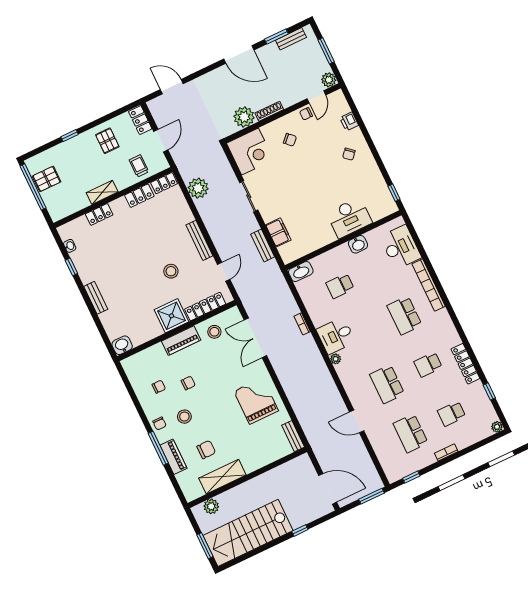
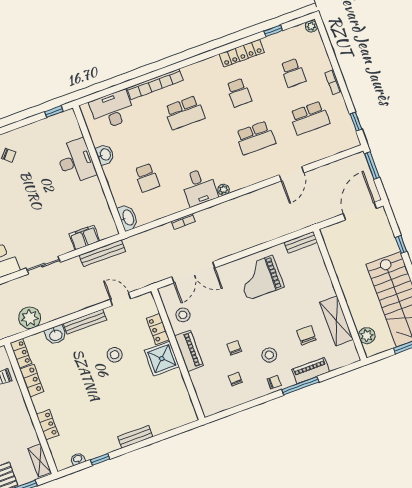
shelving: (102, 192) -> (40, 461), moved
bench: (263, 245) -> (102, 253), width x1.36
locker: (205, 307) -> (158, 329), width x0.66
washbasin: (122, 345) -> (56, 335), moved, turned -90

